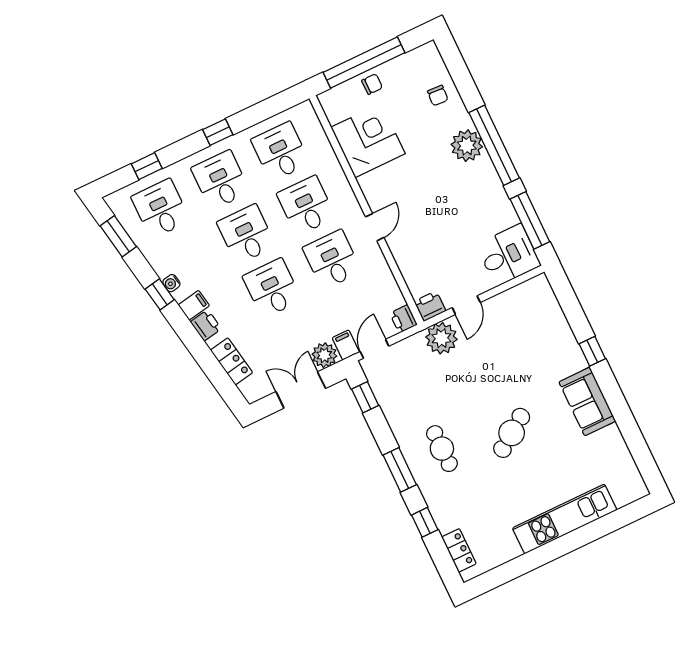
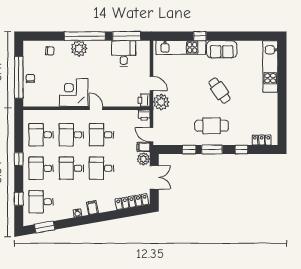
corner desk: (368, 140) -> (74, 92), moved
desk: (508, 255) -> (124, 53), moved
window: (160, 294) -> (80, 221), removed
printer: (206, 325) -> (104, 206), removed
kitchen unit: (556, 327) -> (181, 48), added
locker: (232, 361) -> (132, 202), width x1.53
double door: (301, 390) -> (154, 177), swing flipped
window: (365, 397) -> (189, 150), moved
cafe table: (442, 449) -> (212, 126), width x1.37, depth x1.35
kitchen unit: (565, 519) -> (270, 66), moved

